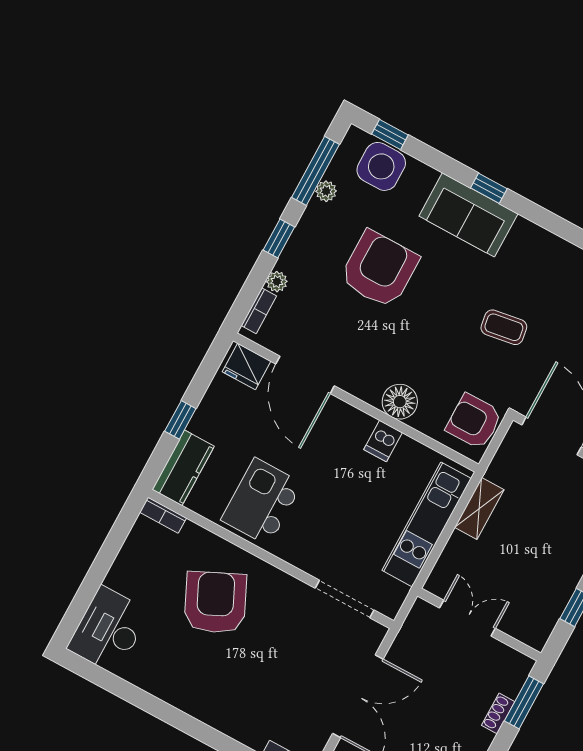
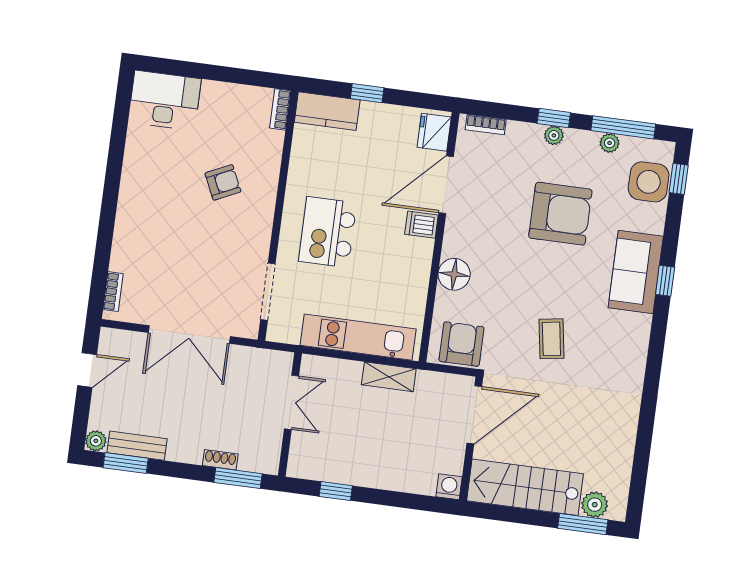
plant: (277, 282) -> (554, 135), moved
dishwasher: (383, 441) -> (421, 225), moved
kitchen island: (262, 502) -> (328, 232), moved, turned -90
armchair: (215, 602) -> (223, 182), width x0.53, depth x0.53

